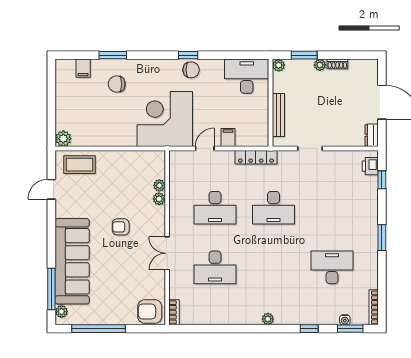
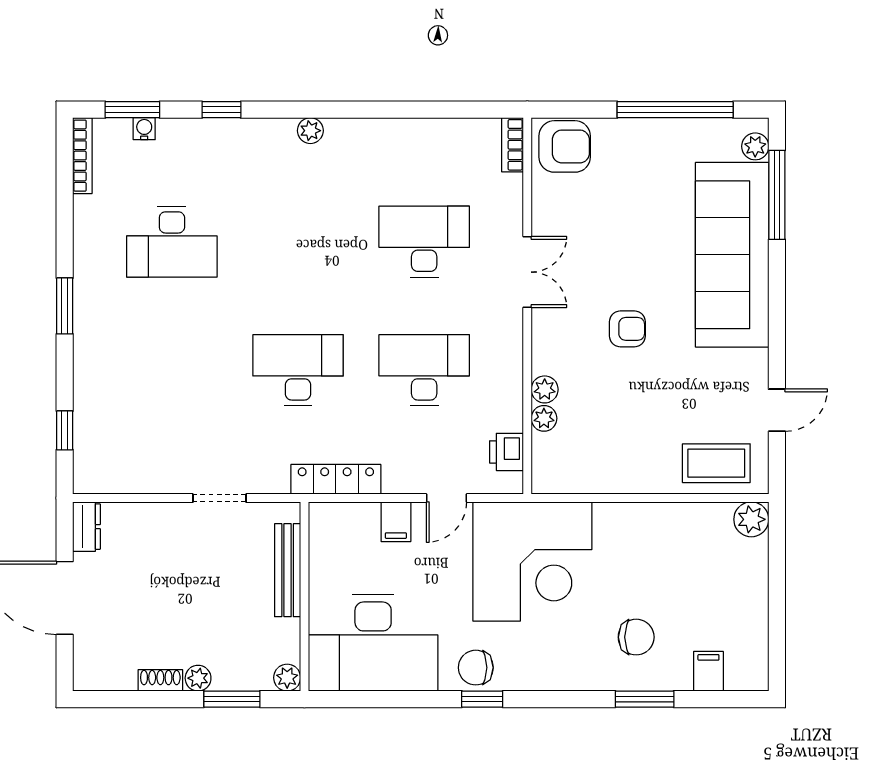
desk: (247, 76) -> (373, 643), width x1.36, depth x1.30
printer: (370, 166) -> (506, 452), moved, turned 180

